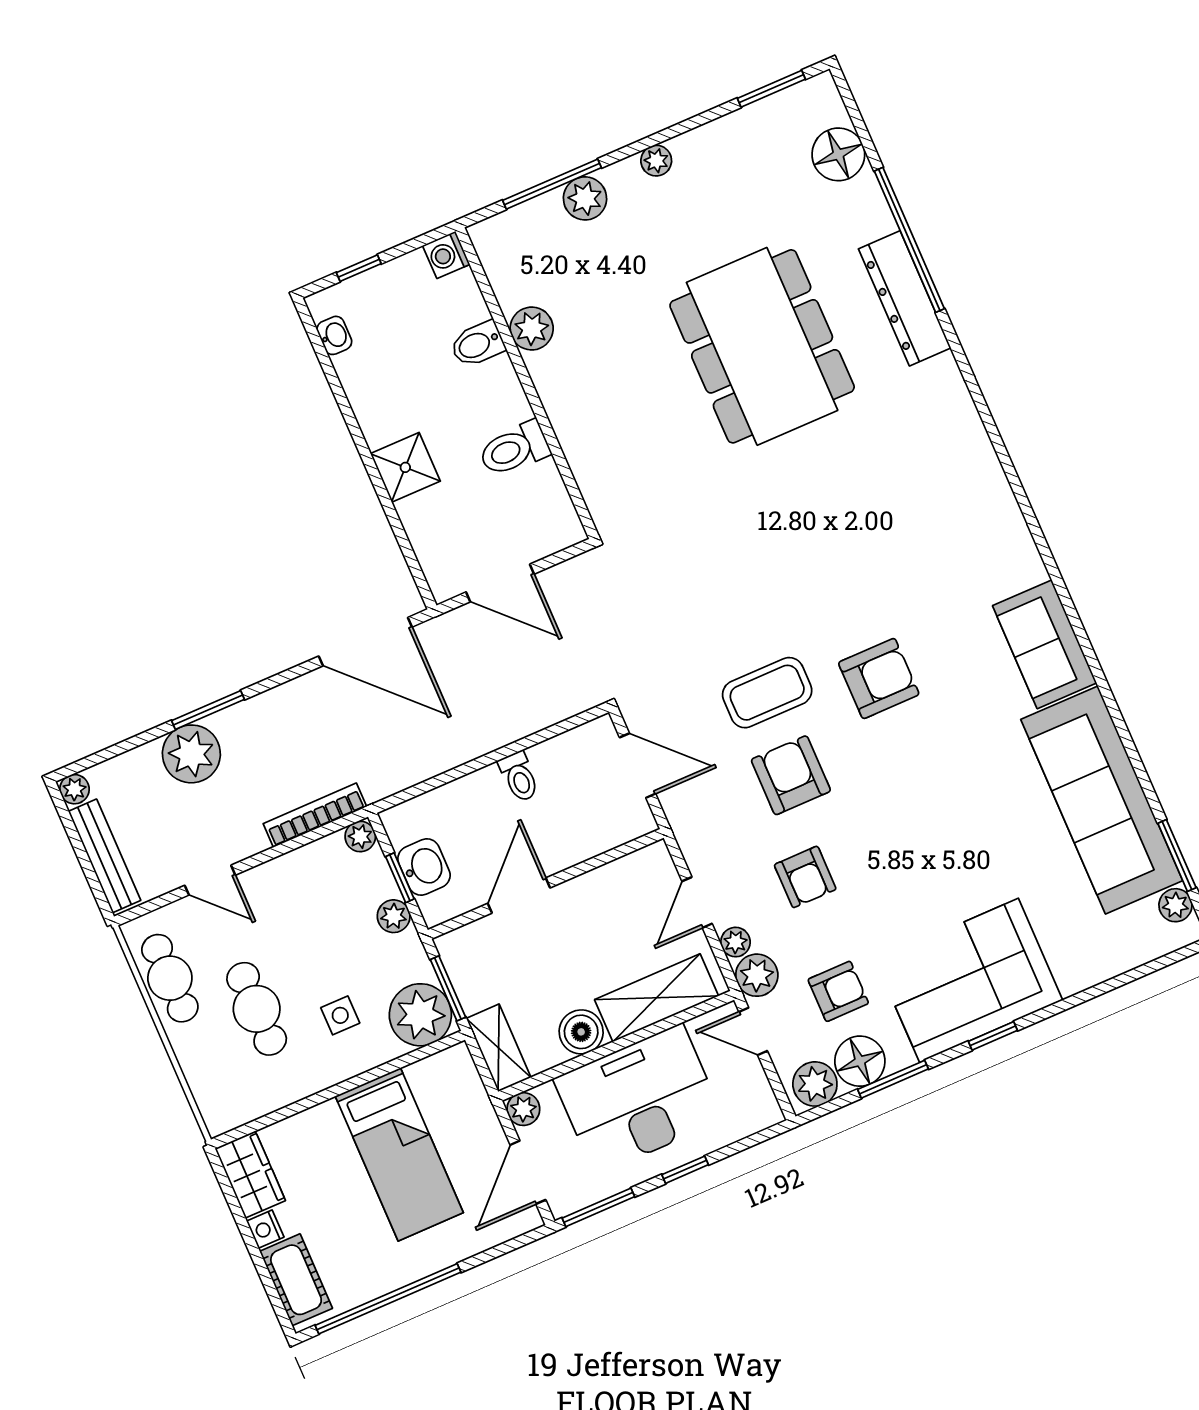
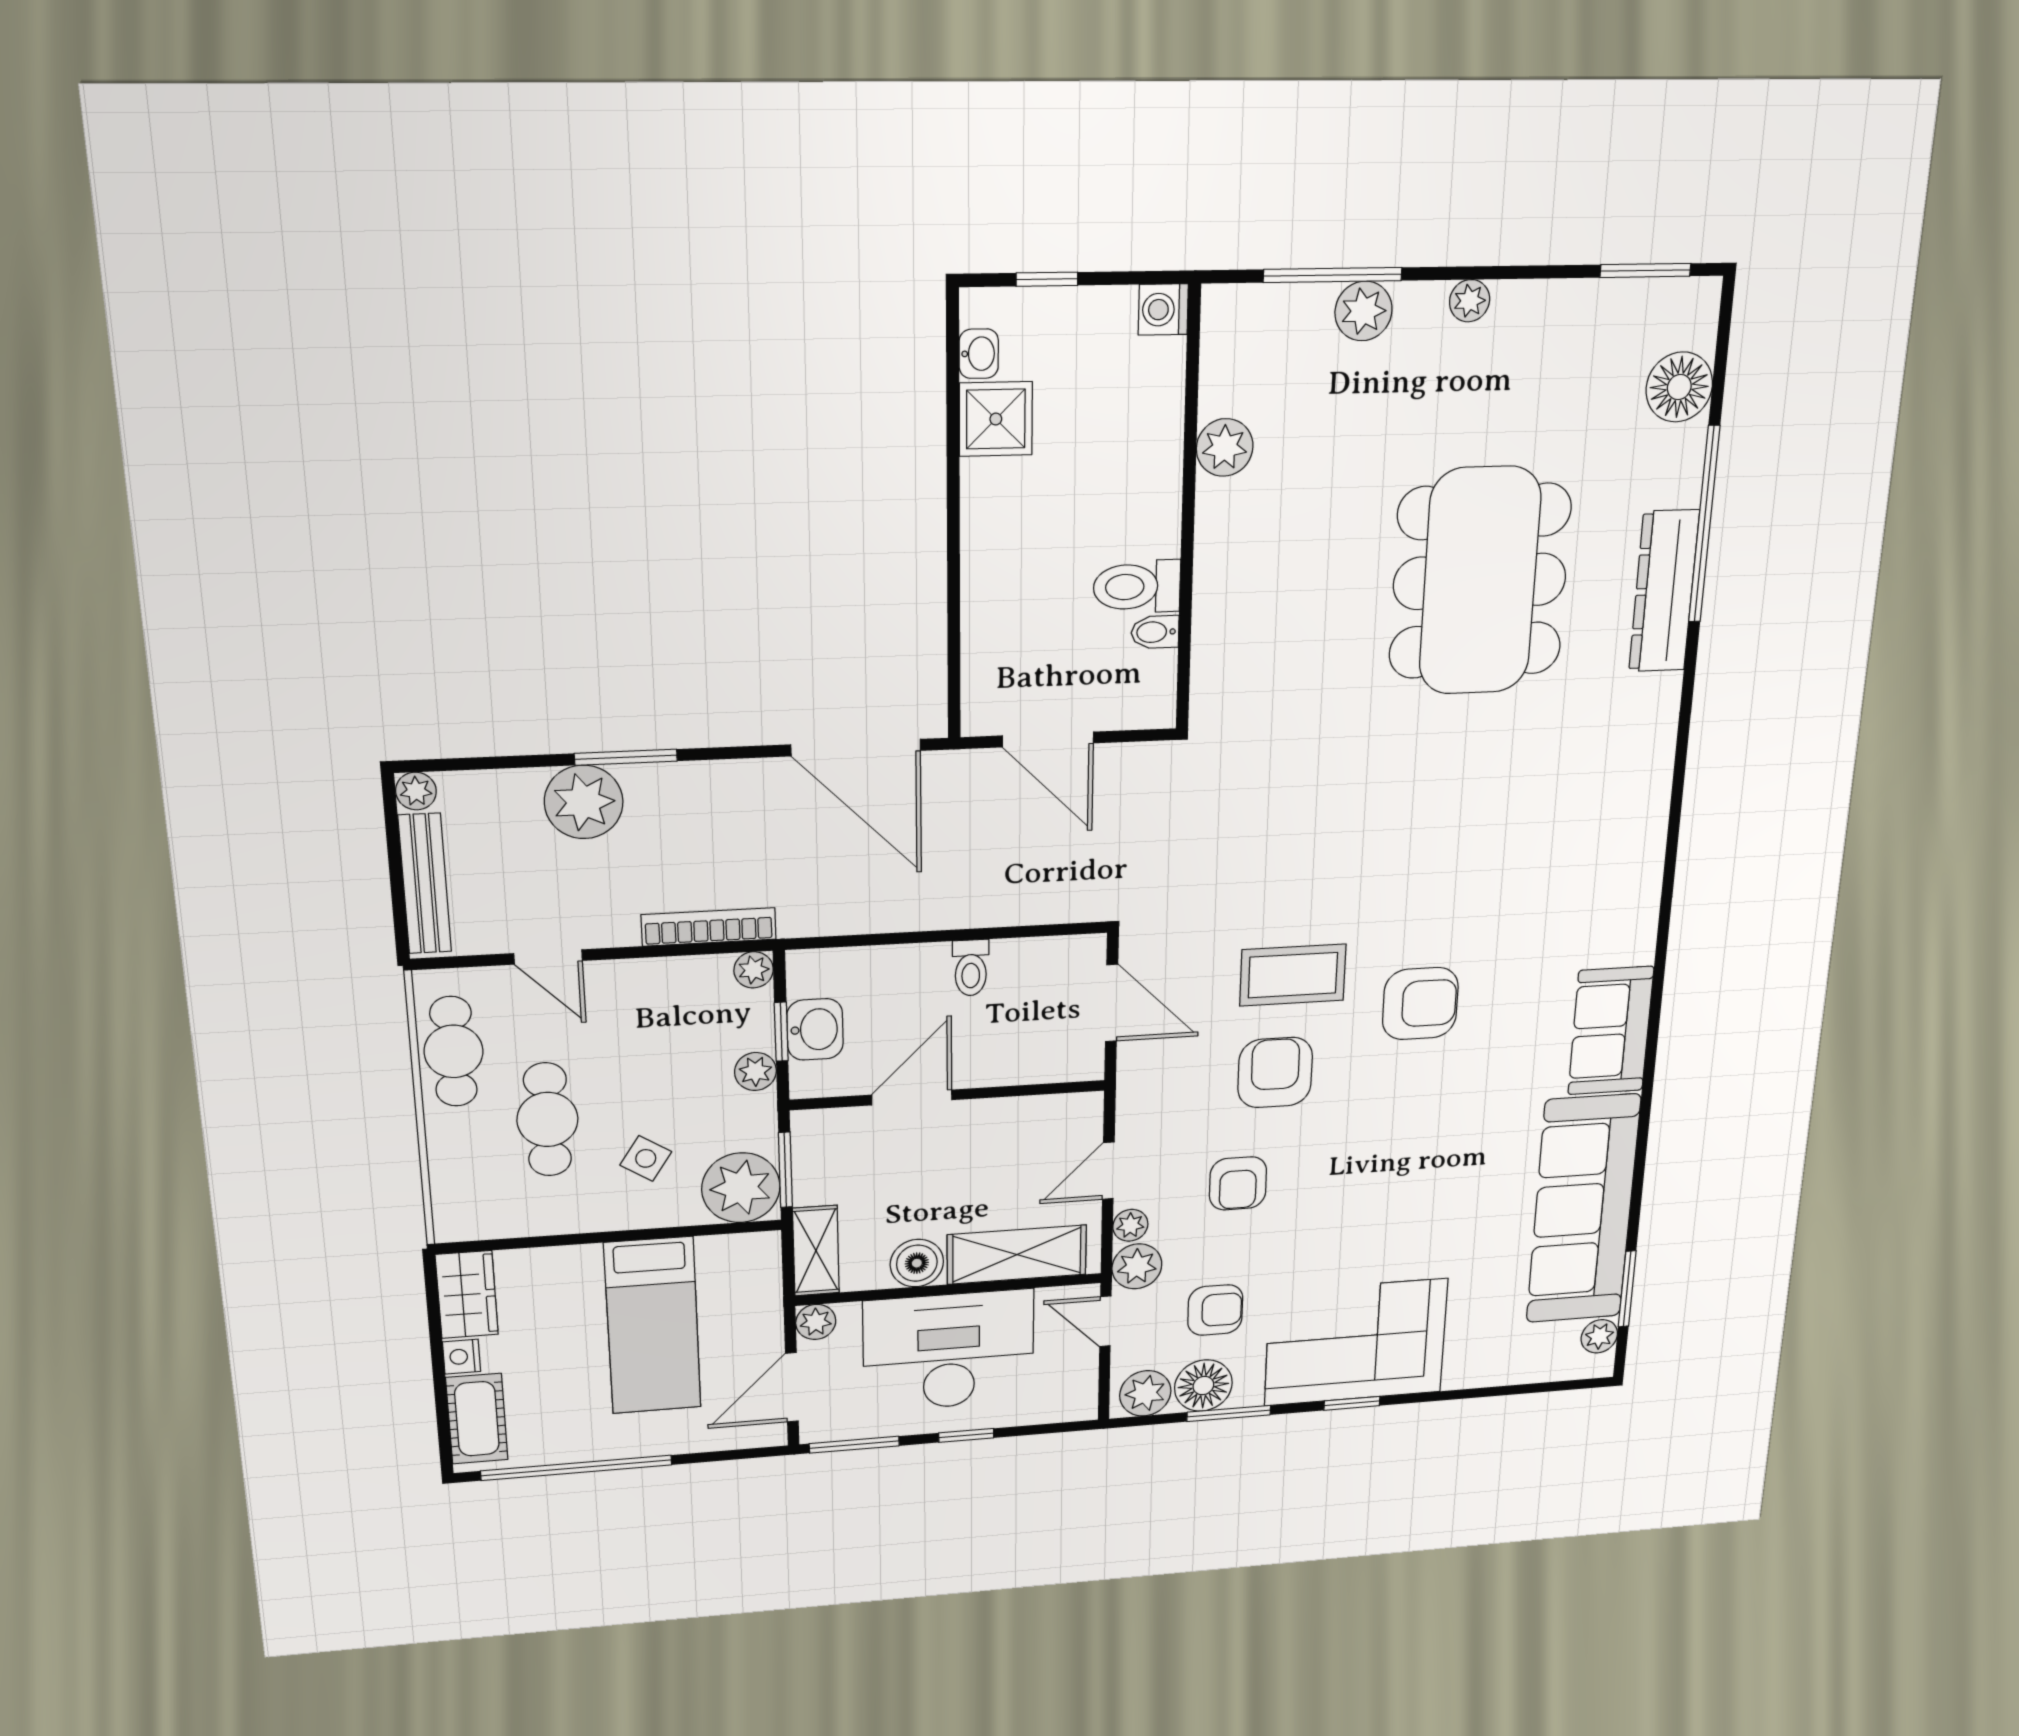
bidet: (478, 344) -> (1155, 632), moved, width x0.72, depth x0.74
shower: (405, 467) -> (996, 419), moved
side table: (340, 1015) -> (646, 1158), turned 33

